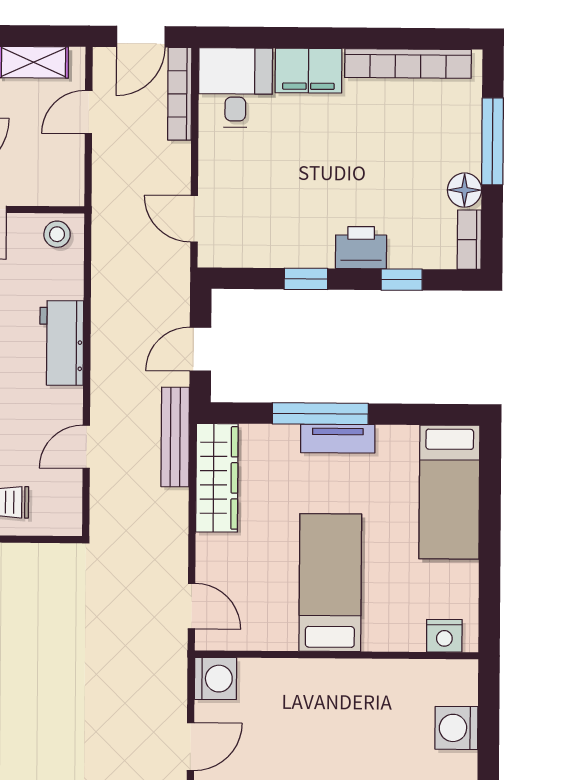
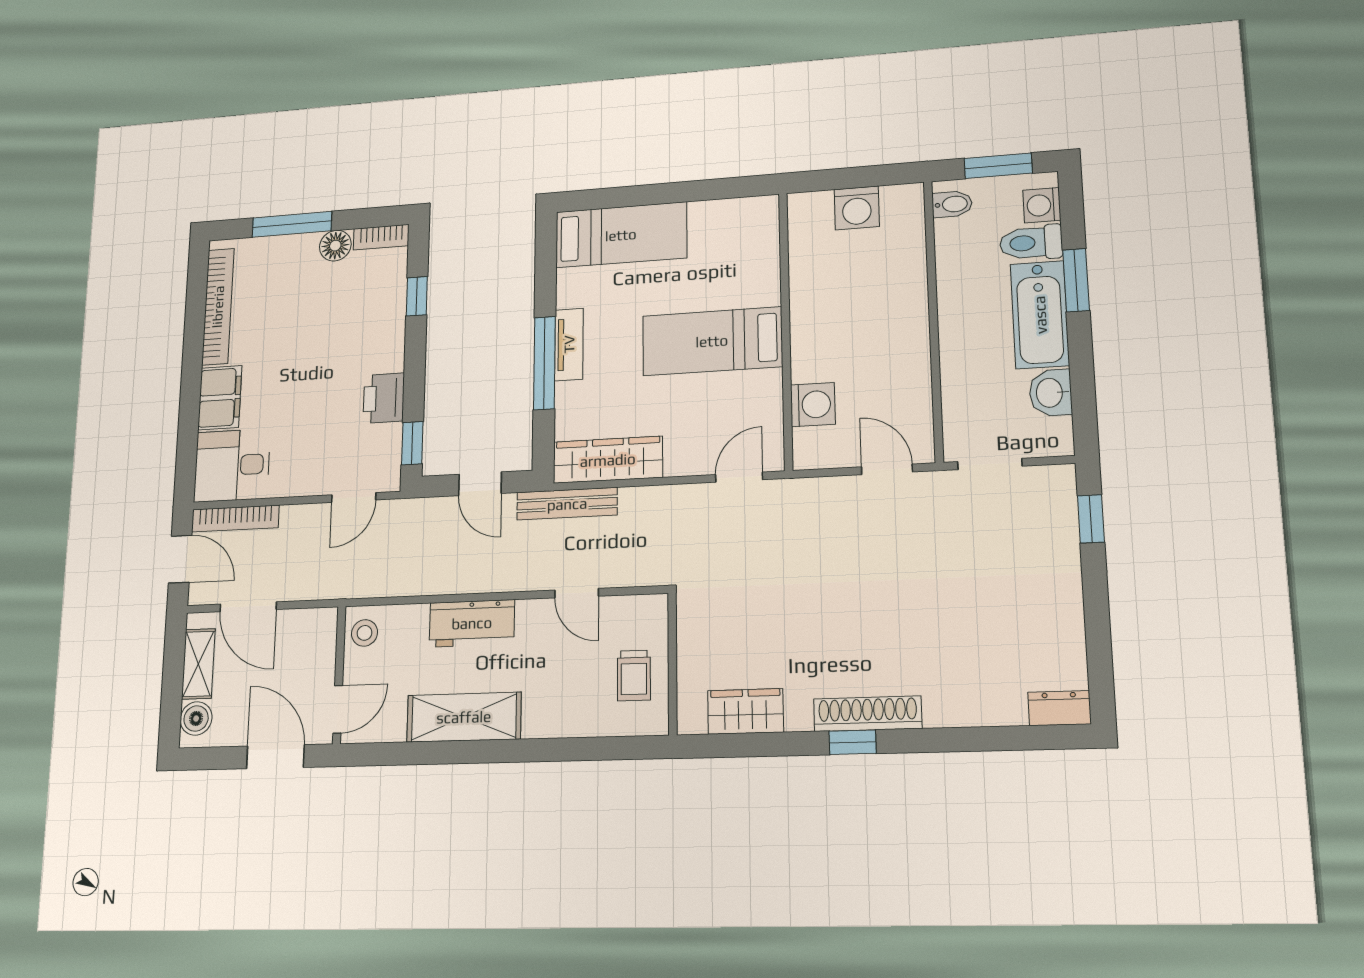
door: (89, 112) -> (248, 607), width x1.38
printer: (361, 248) -> (384, 398), moved
window: (306, 279) -> (412, 443), moved
nightstand: (444, 636) -> (764, 227), removed
washing machine: (215, 679) -> (813, 405), moved, turned 90

